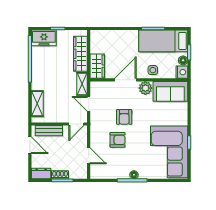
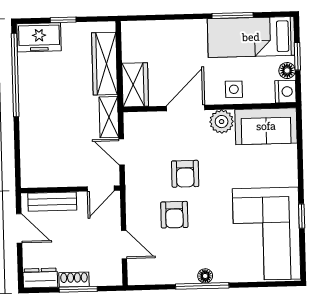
shelving: (37, 104) -> (30, 154), removed
armchair: (117, 140) -> (174, 215), turned 90

